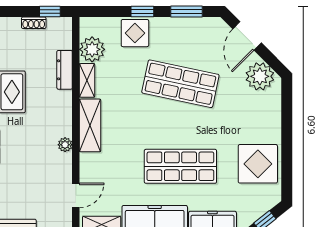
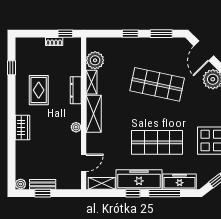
display table: (135, 33) -> (125, 49), removed
dresser: (65, 70) -> (76, 90), moved

